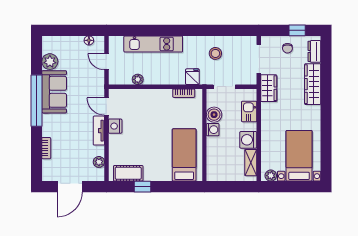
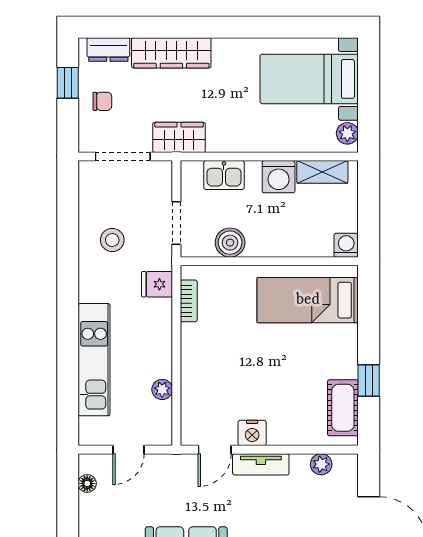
washing machine: (213, 130) -> (346, 245), moved

